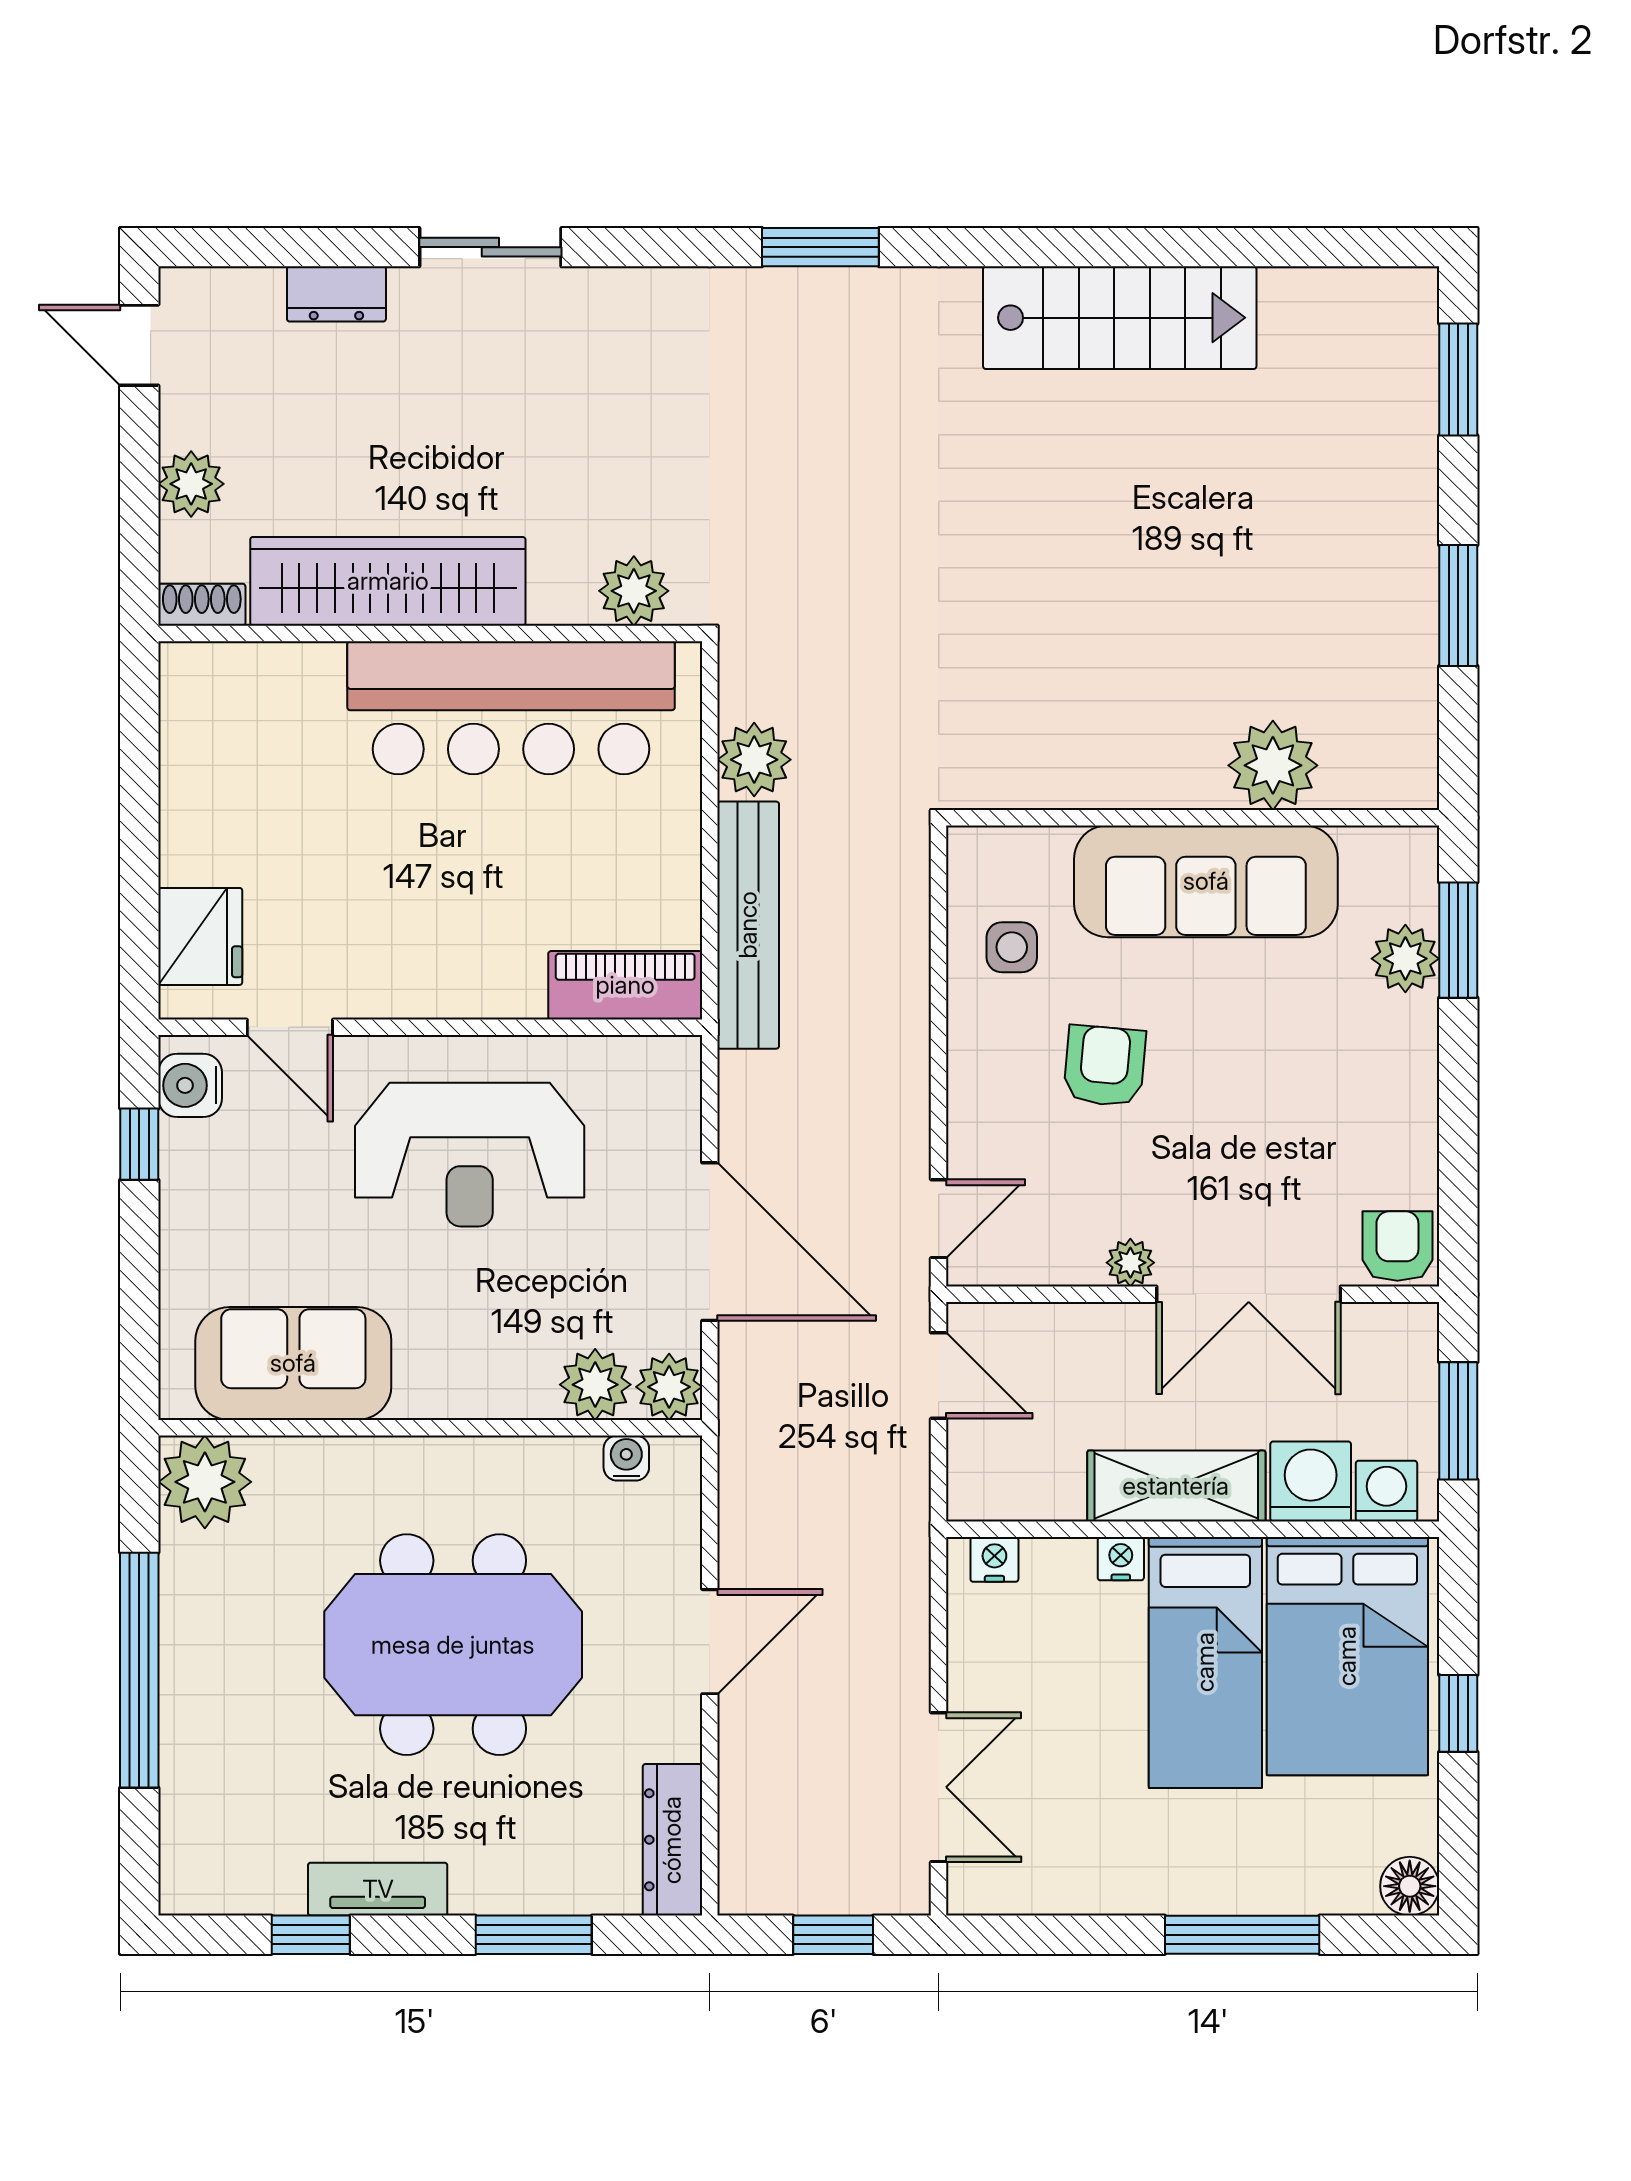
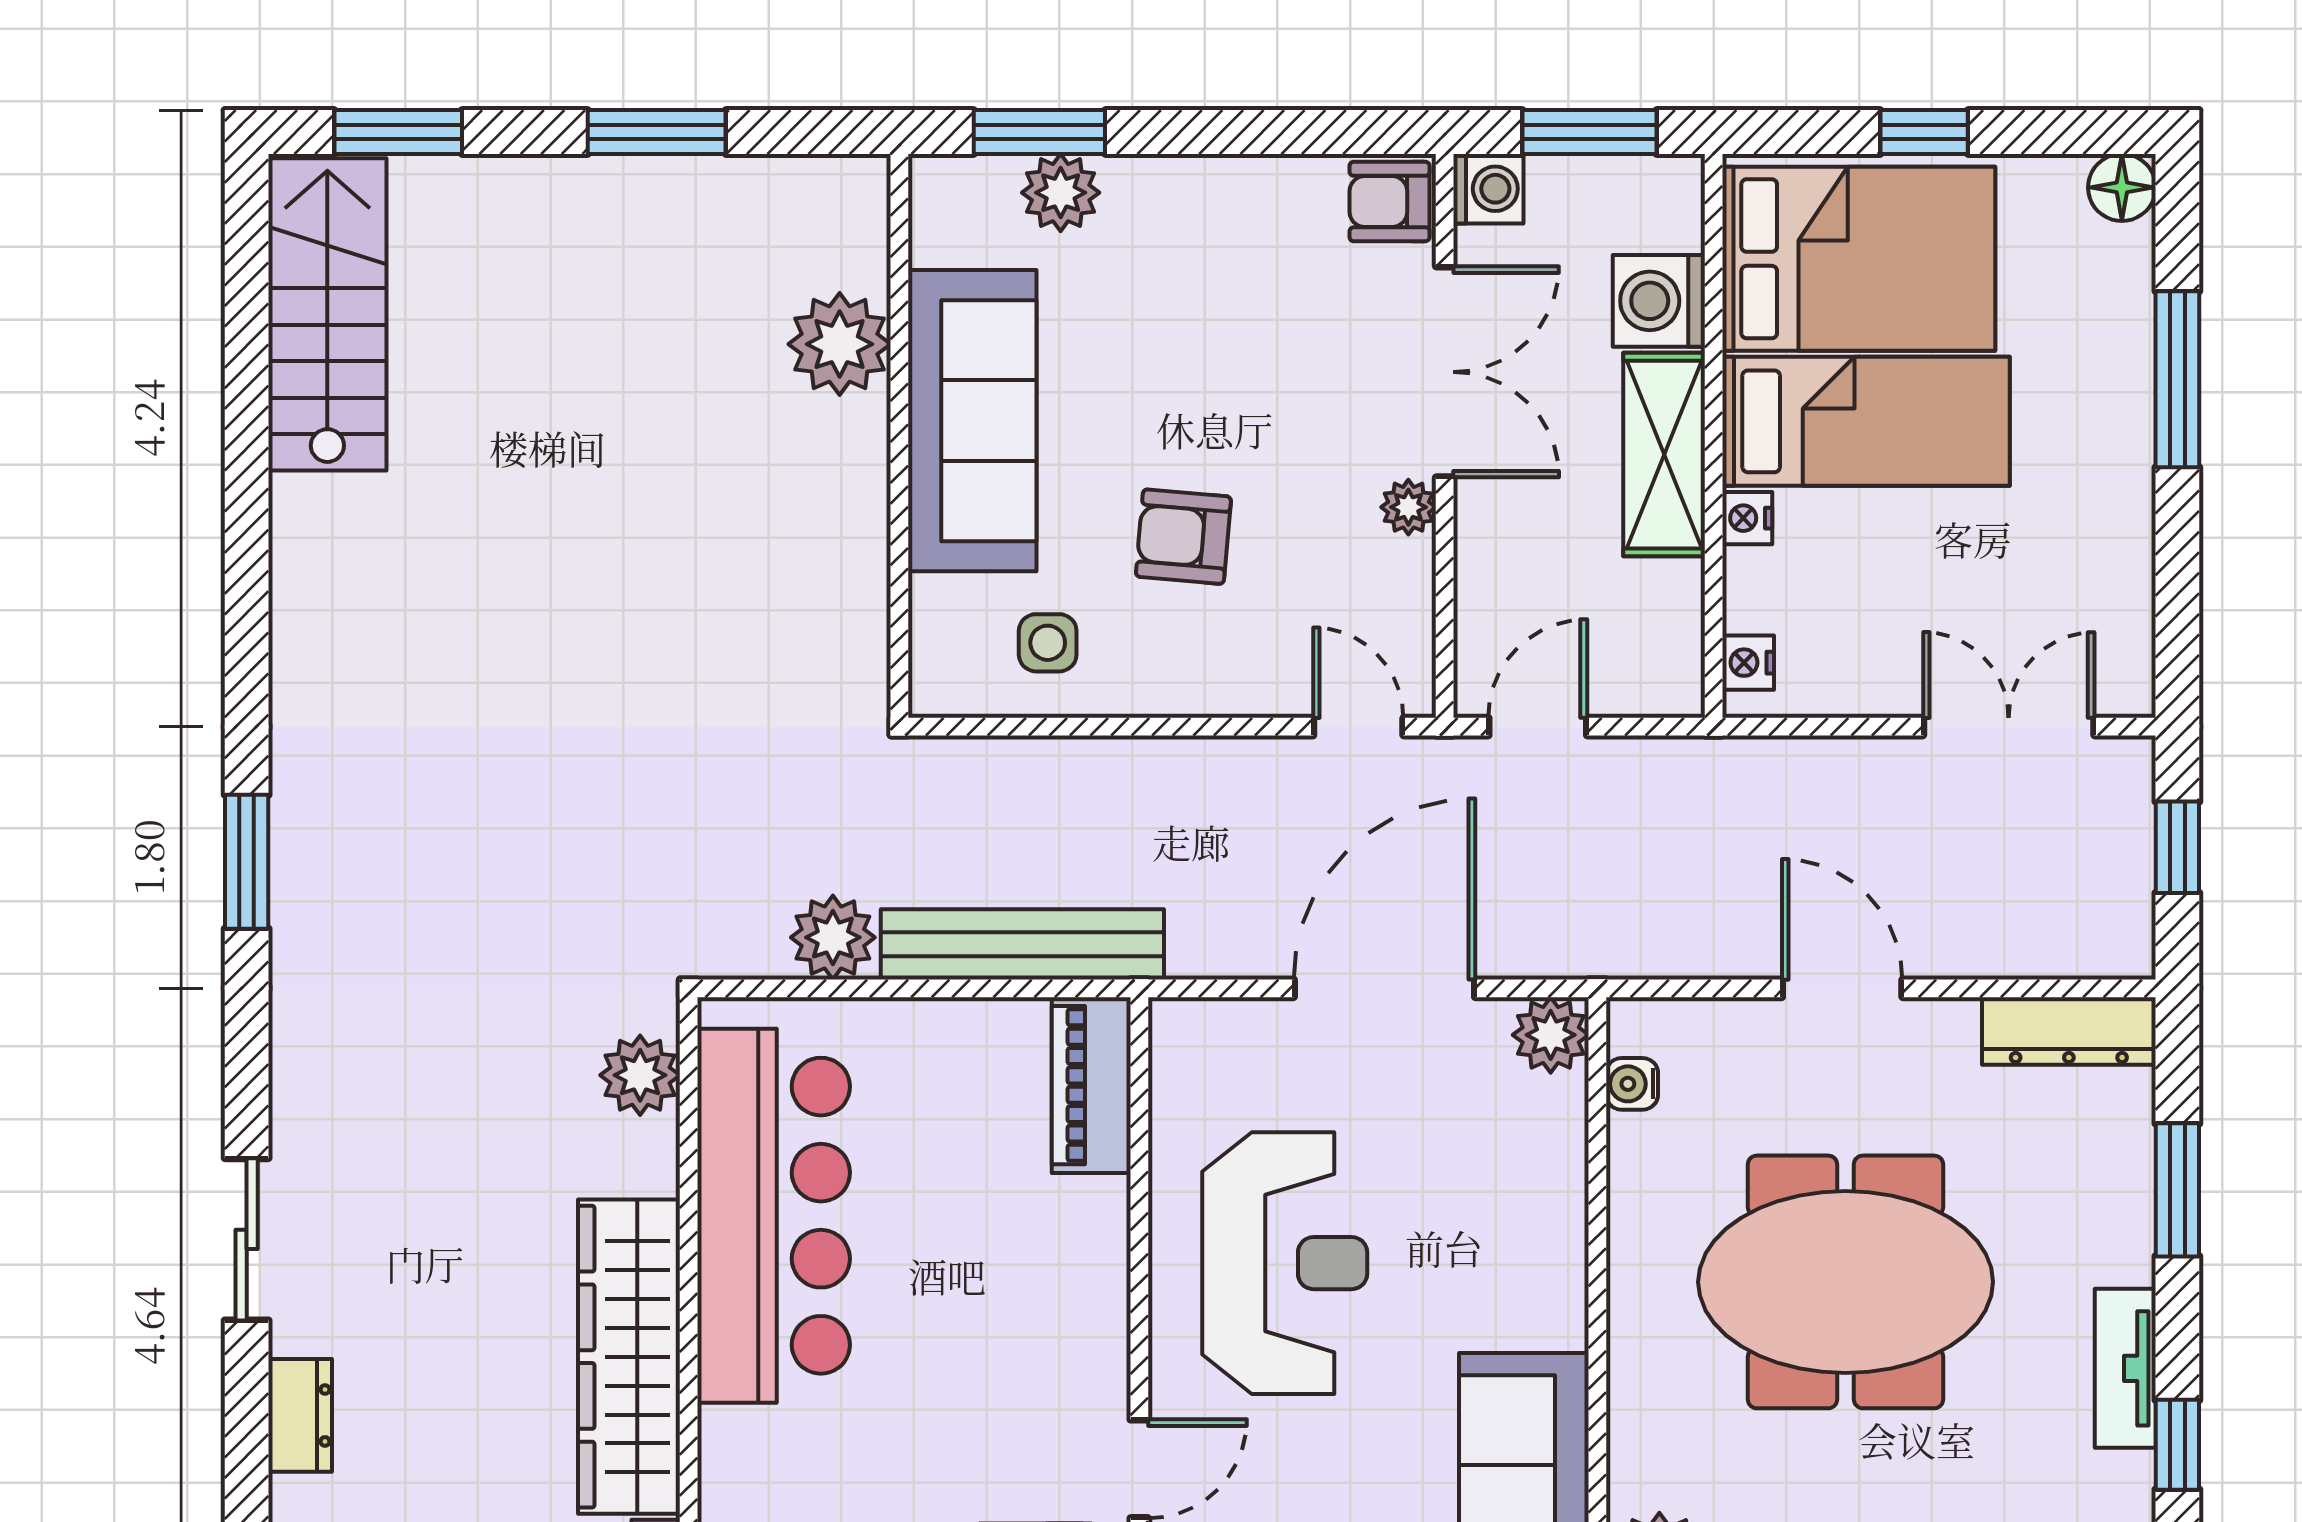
stairs: (1120, 318) -> (327, 314), moved
plant: (595, 1385) -> (1548, 1119), removed
washing machine: (1386, 1491) -> (1488, 189), moved, turned 180
meeting table: (453, 1645) -> (1846, 1282), turned 90

